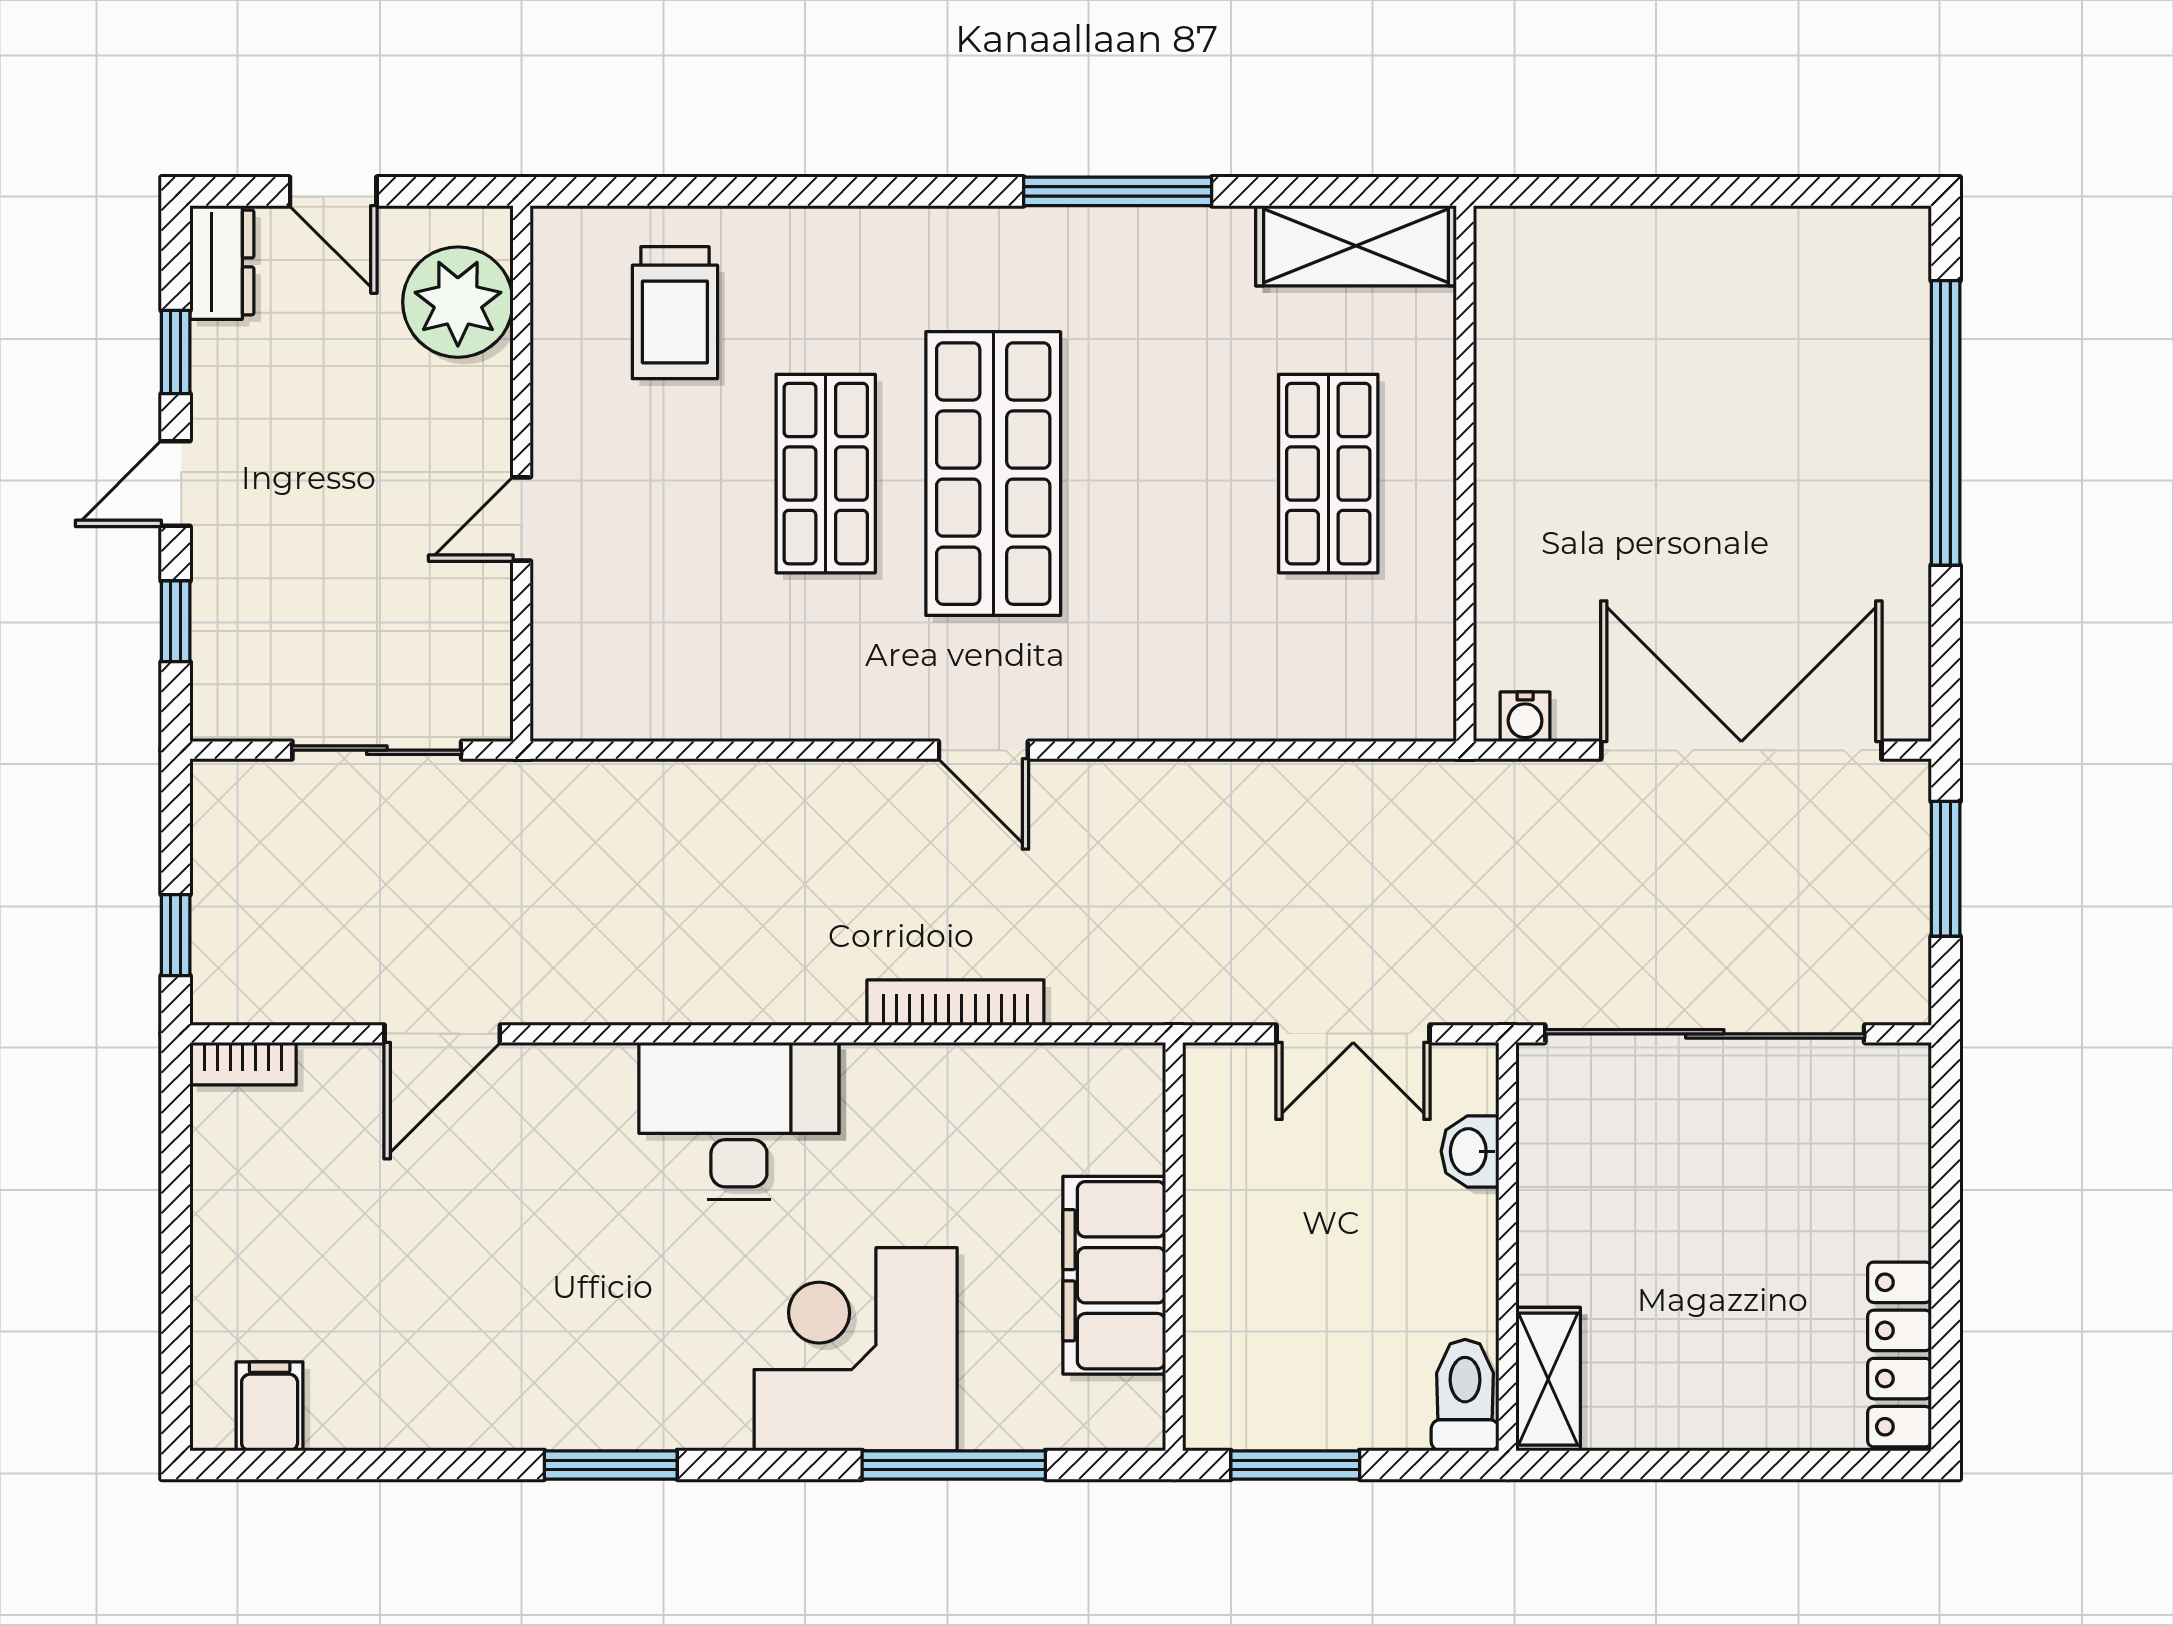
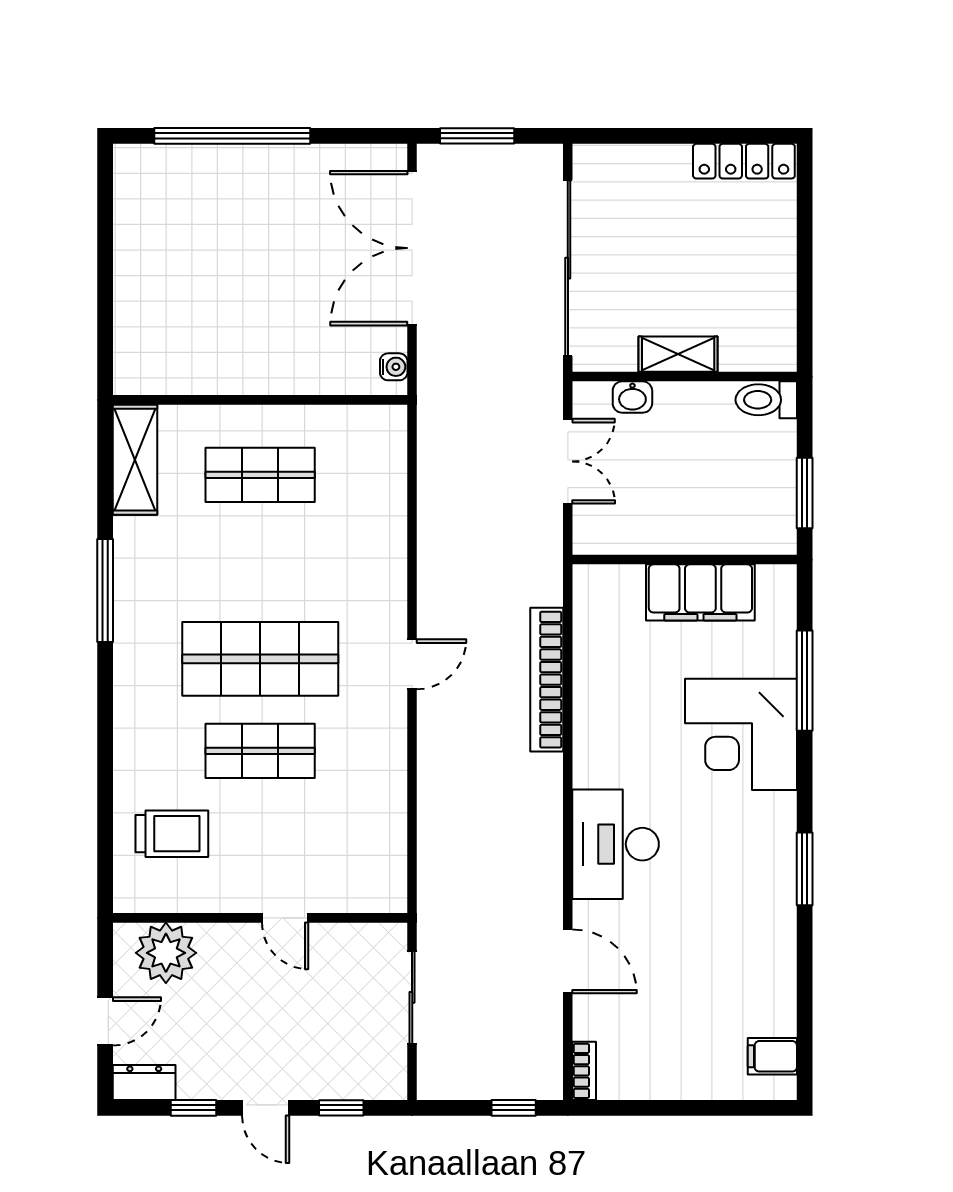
bookcase: (955, 1003) -> (547, 680), width x1.48, depth x1.31
desk: (739, 1121) -> (616, 844), moved
shelving: (1548, 1379) -> (678, 354), moved

